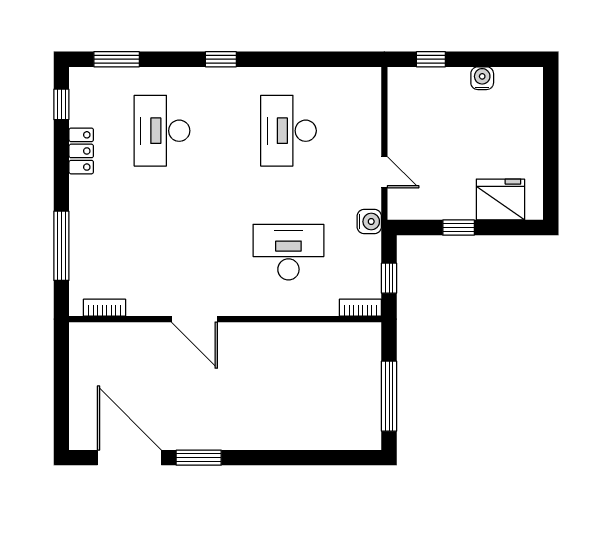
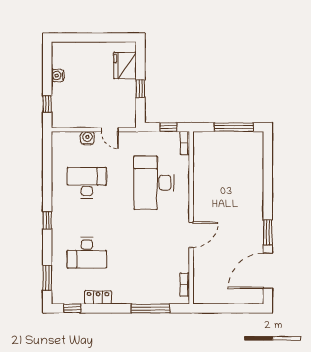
desk: (288, 131) -> (87, 183), turned 180
door: (384, 172) -> (110, 130), swing flipped
water cooler: (369, 222) -> (87, 138), moved
desk: (288, 252) -> (154, 183), width x1.36, depth x1.30

